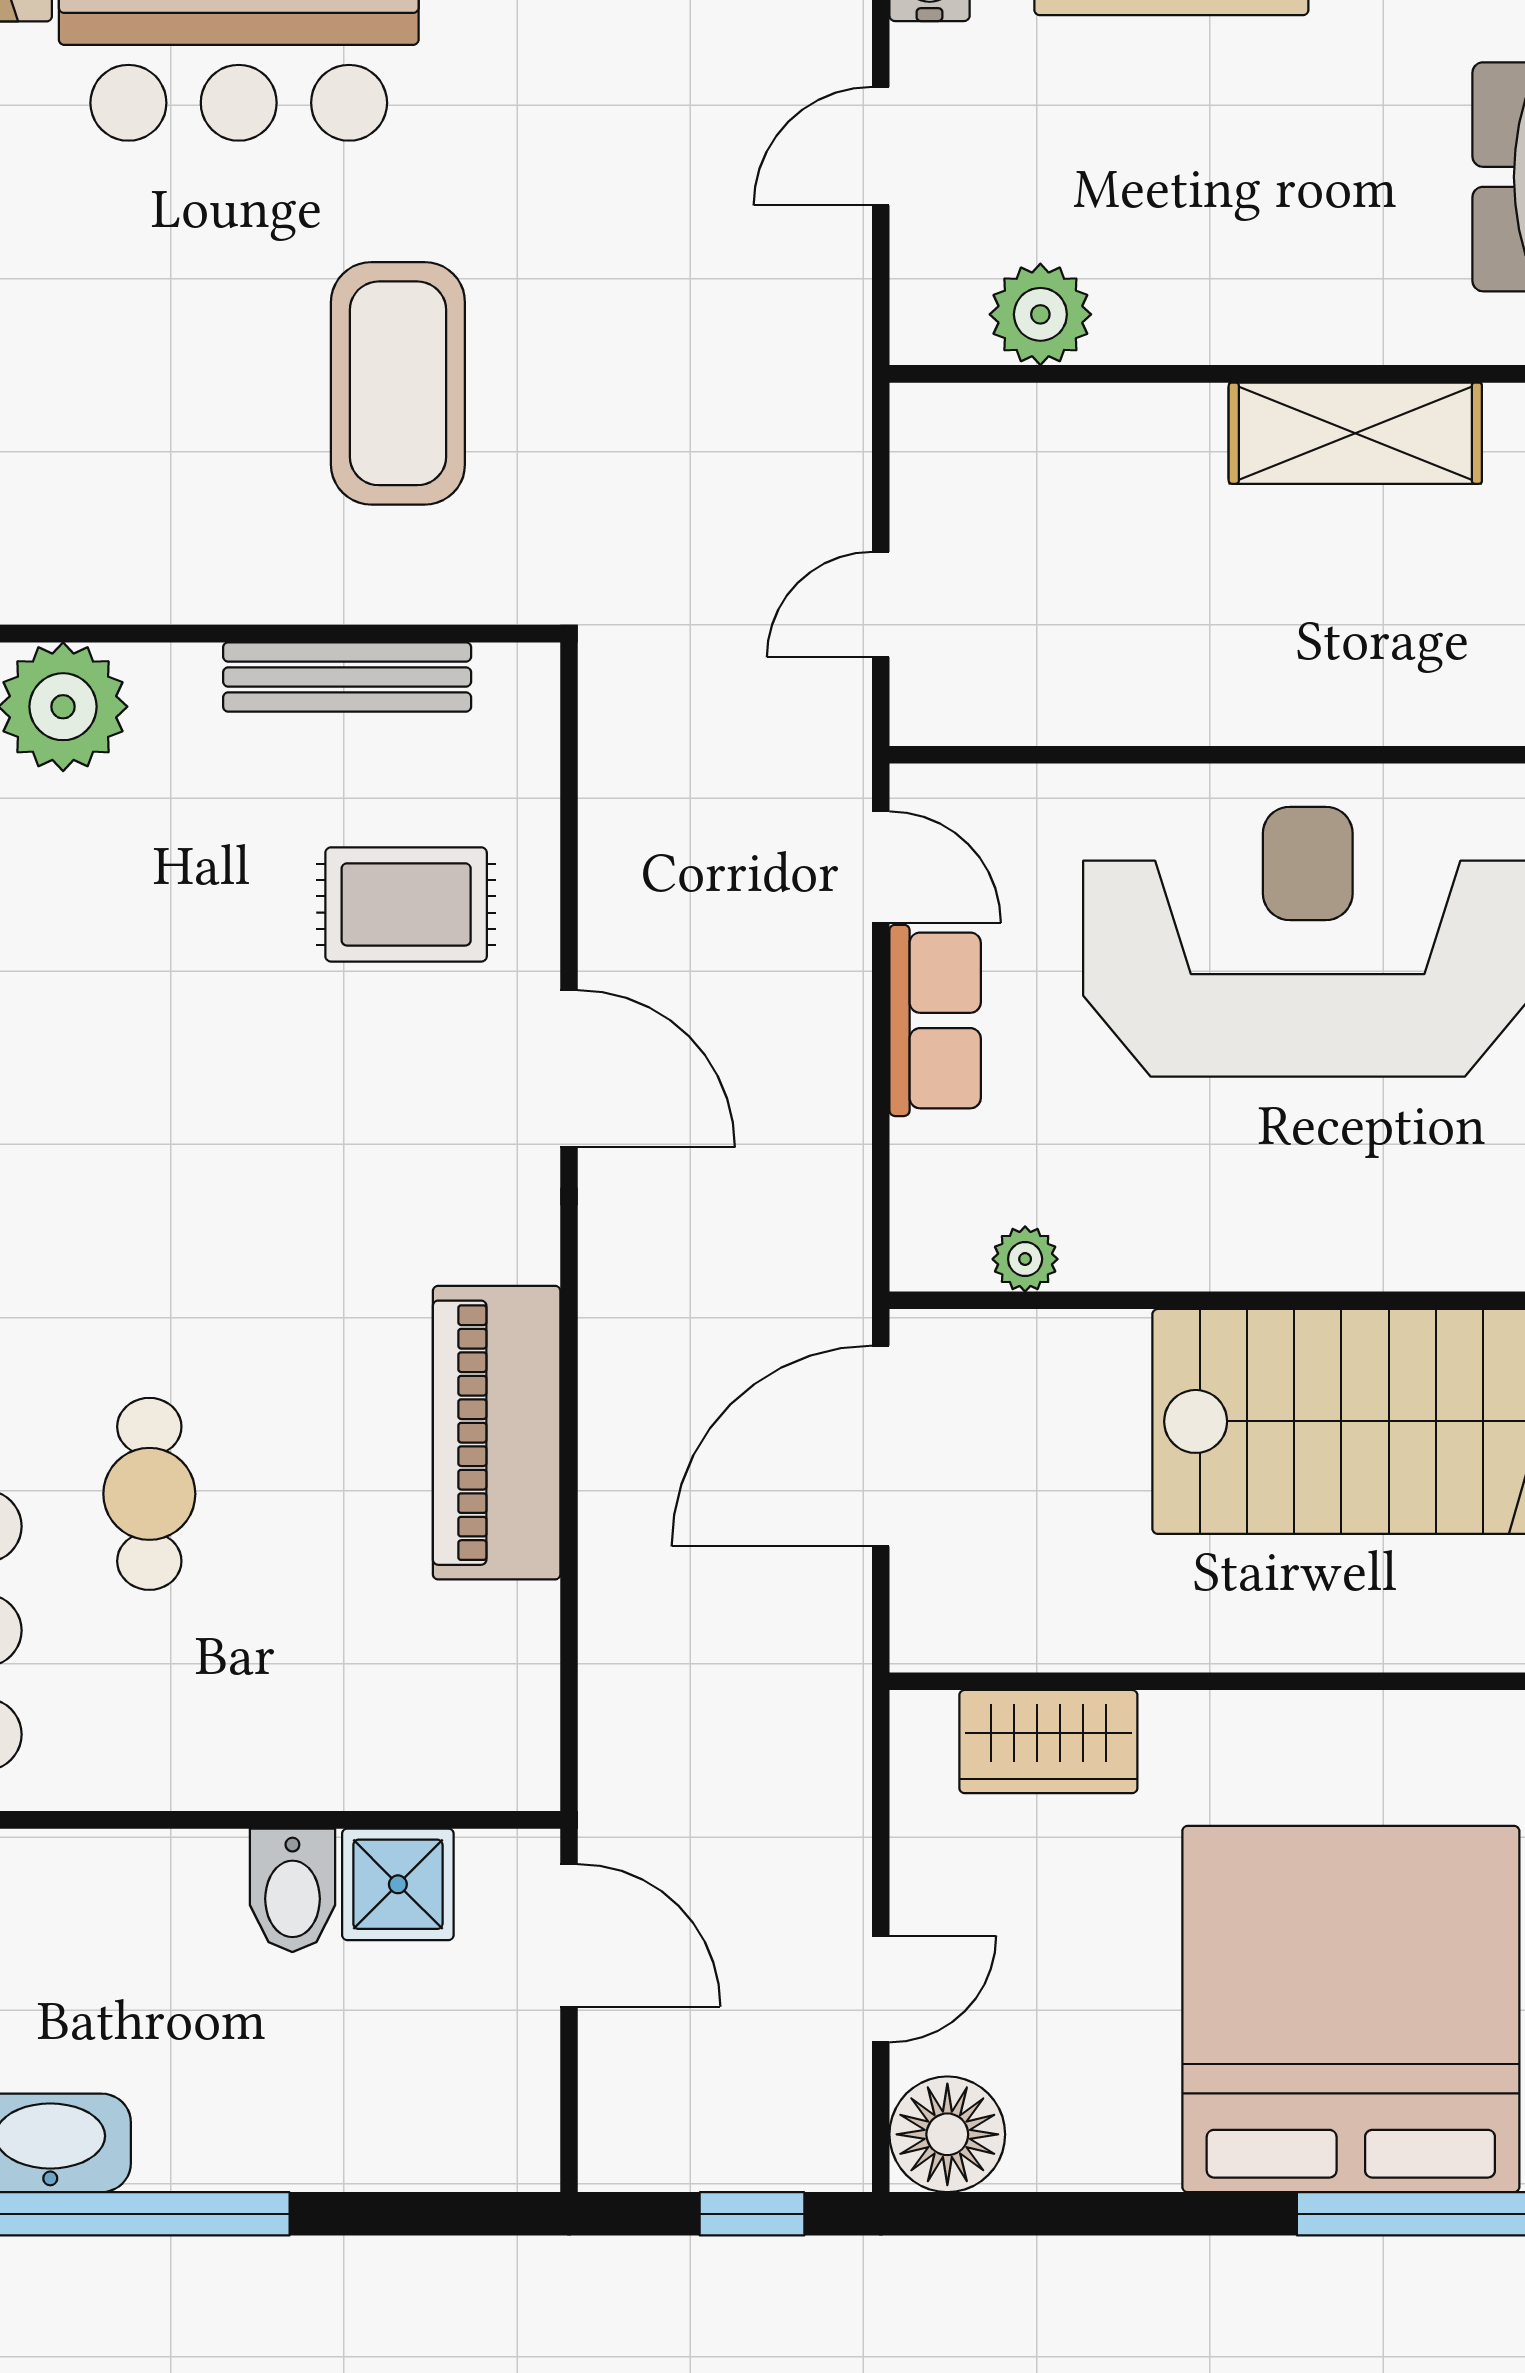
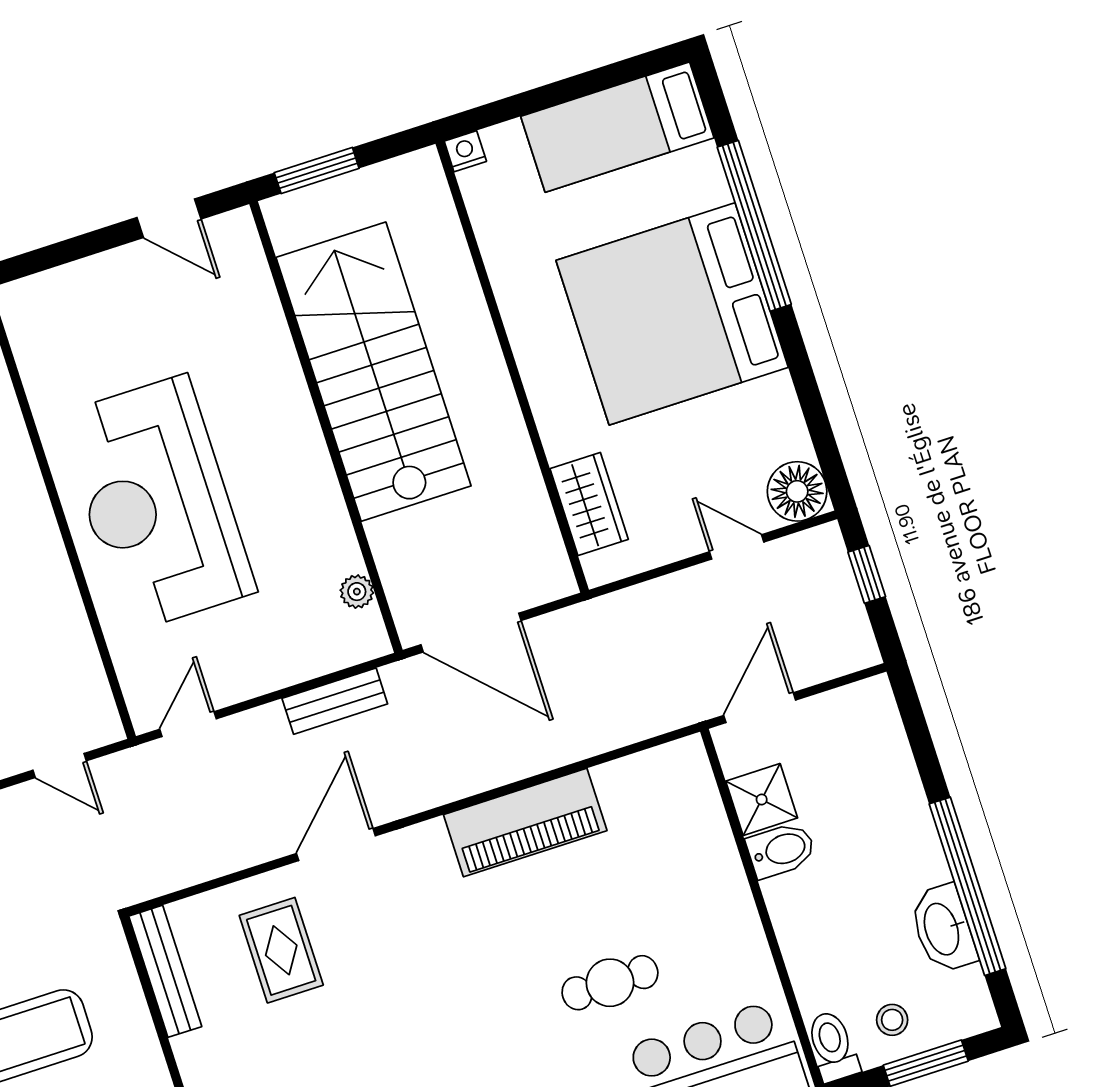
bench: (347, 677) -> (165, 971), moved
row of seats: (935, 1020) -> (254, 673), removed
bench: (835, 1153) -> (335, 701), added

